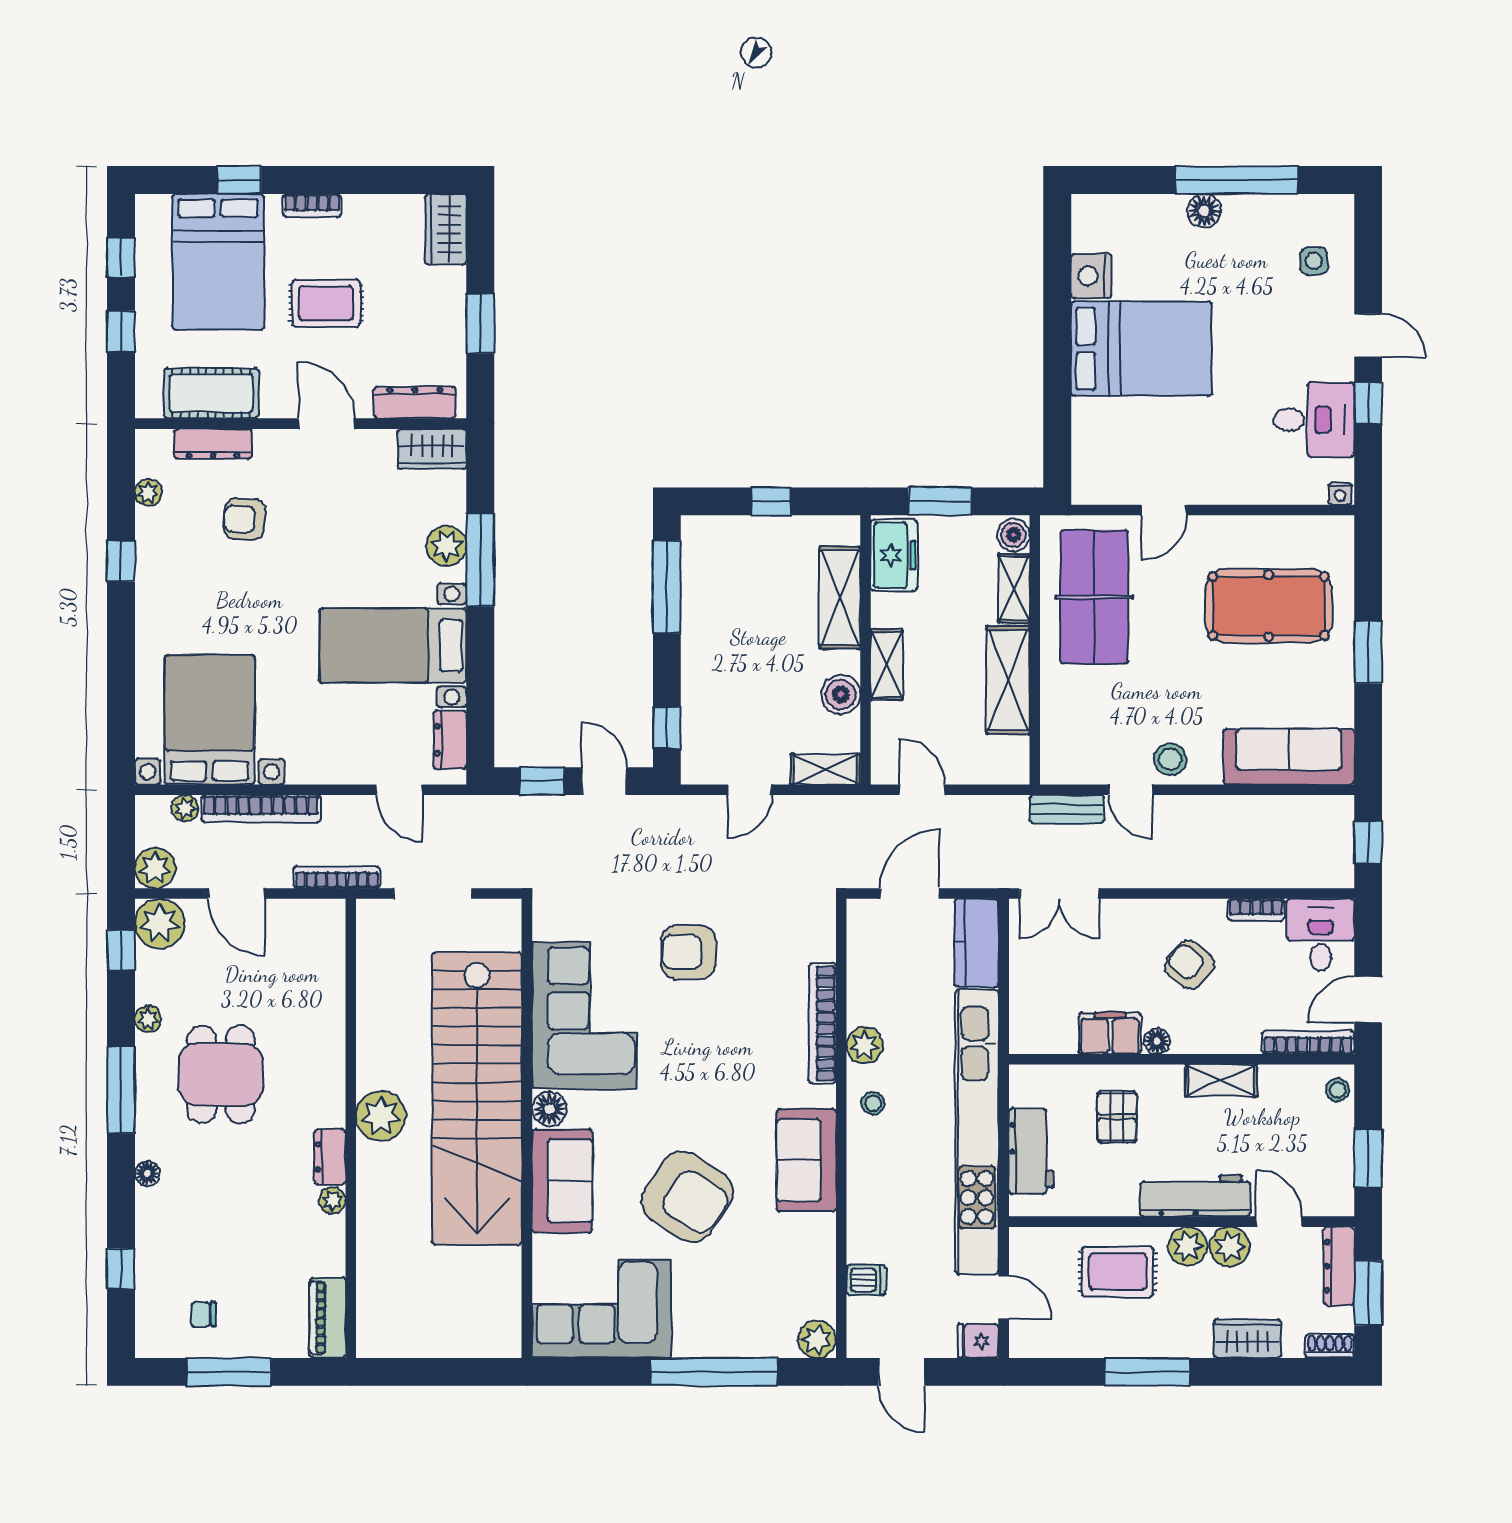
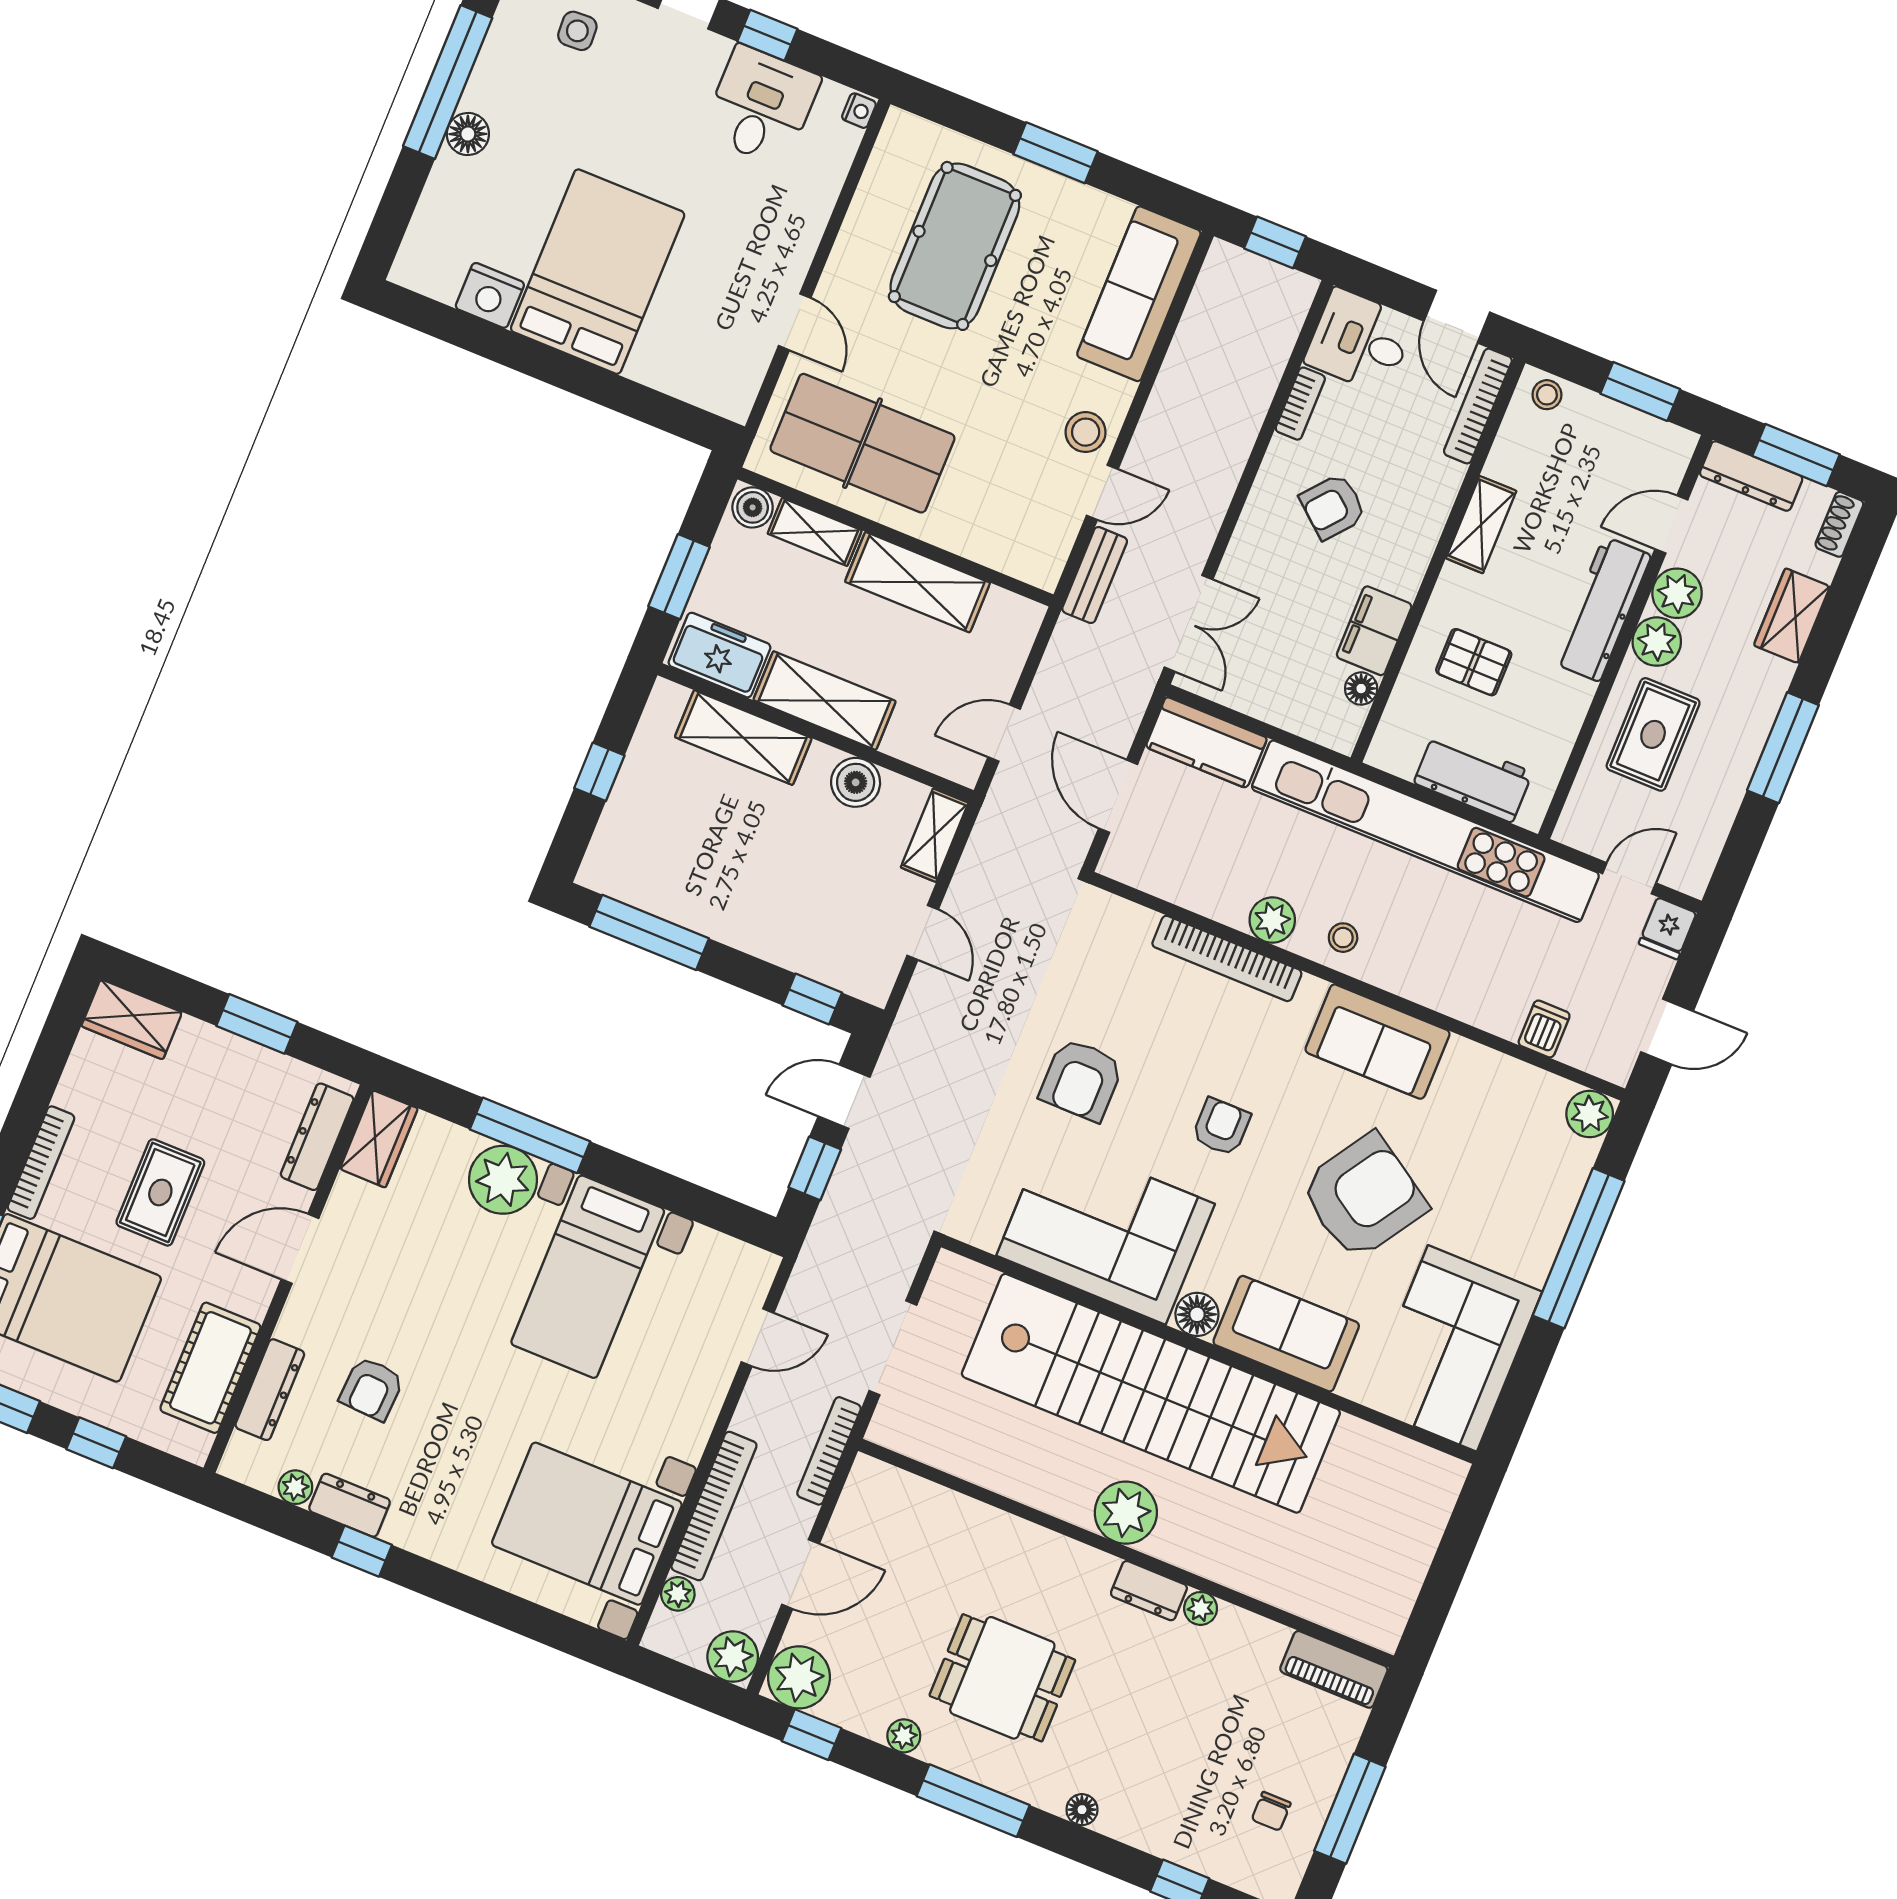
bookcase: (312, 205) -> (41, 1163), width x1.56
plant: (446, 546) -> (503, 1180), width x1.36, depth x1.36
shelving: (887, 665) -> (825, 701), width x1.50, depth x1.33
dresser: (450, 740) -> (350, 1505), moved, turned 180
floor lamp: (1157, 1041) -> (1361, 689), moved
armchair: (696, 1070) -> (1221, 1127), added

